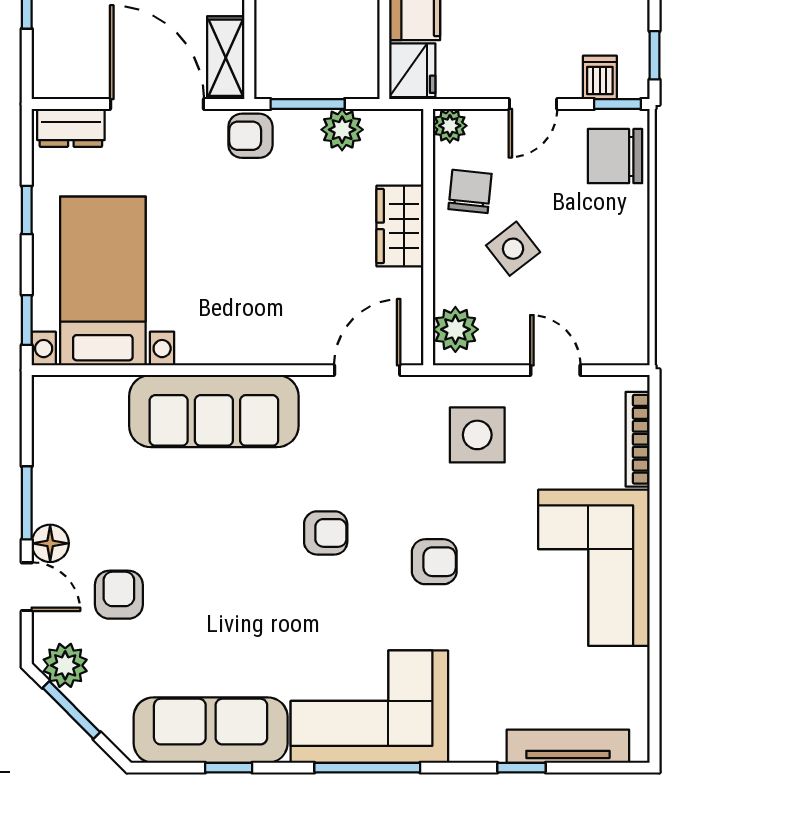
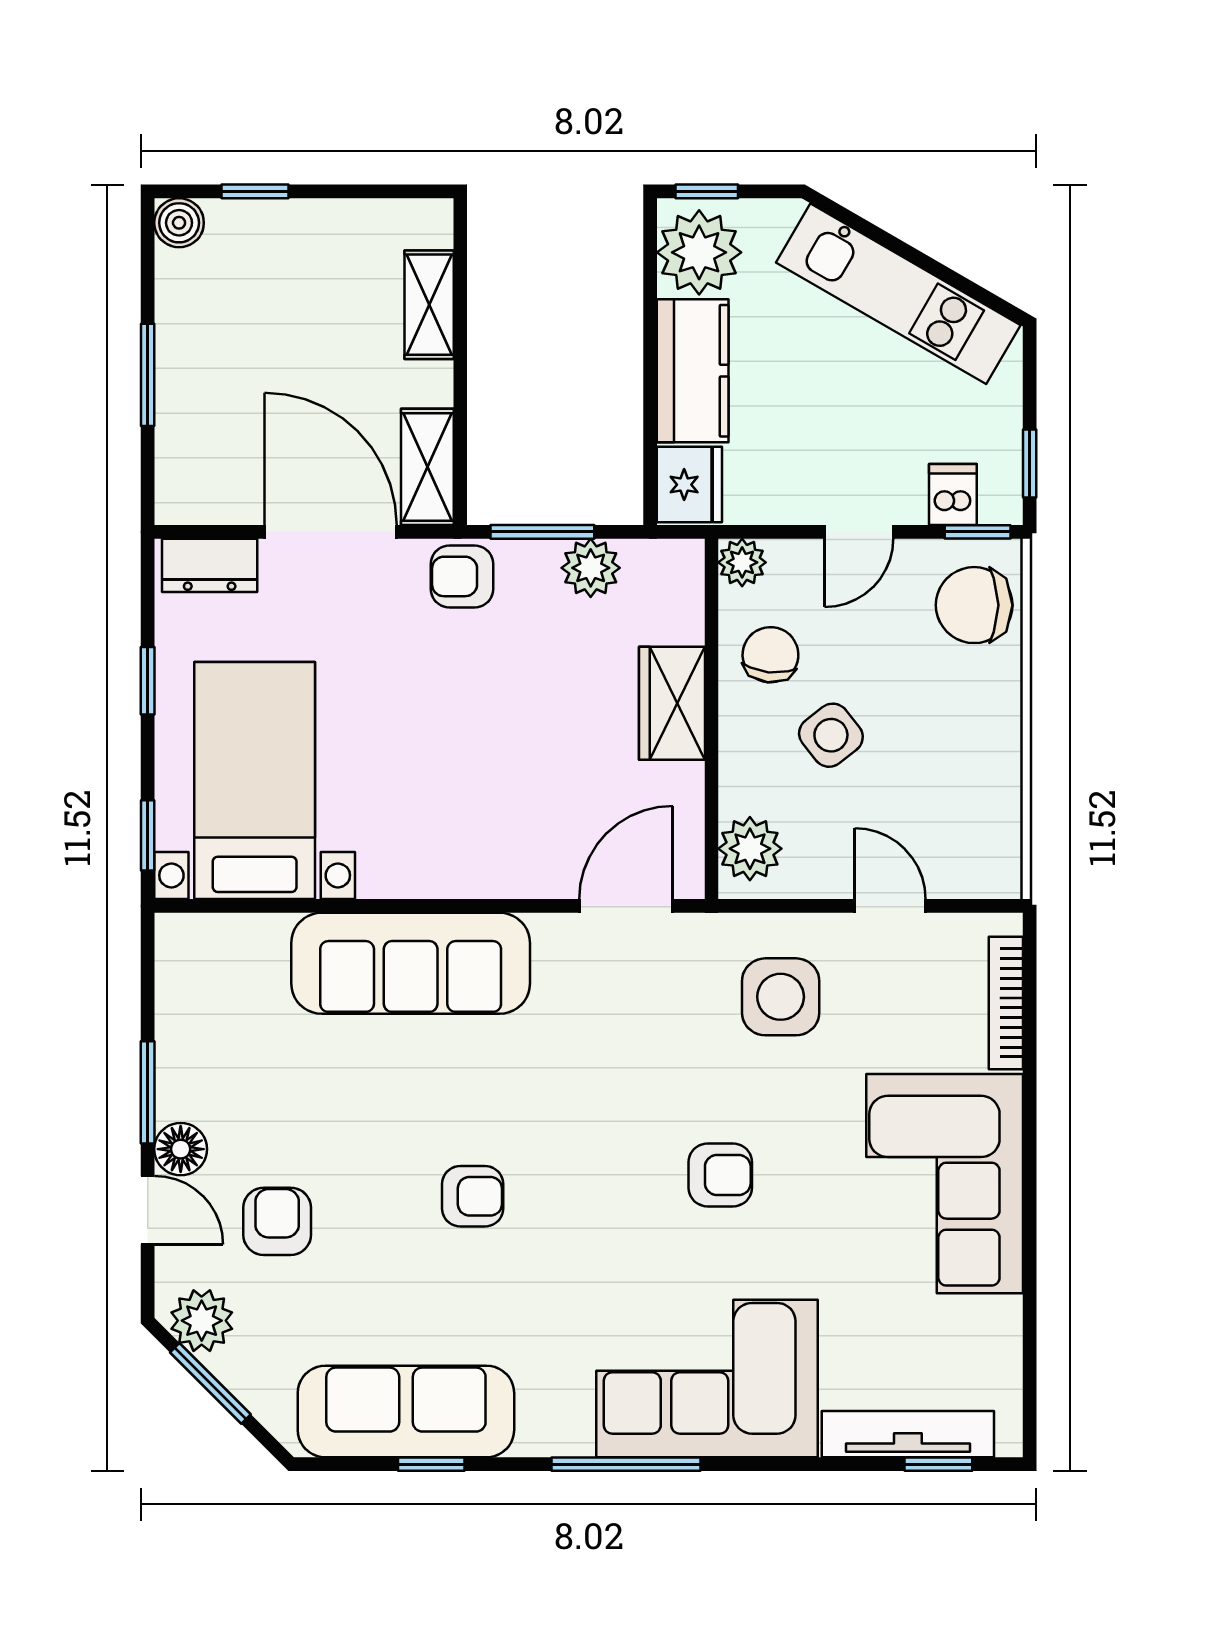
armchair: (326, 533) -> (473, 1196), moved
corner sofa: (369, 707) -> (707, 1379), moved
window: (521, 768) -> (938, 1464), moved

